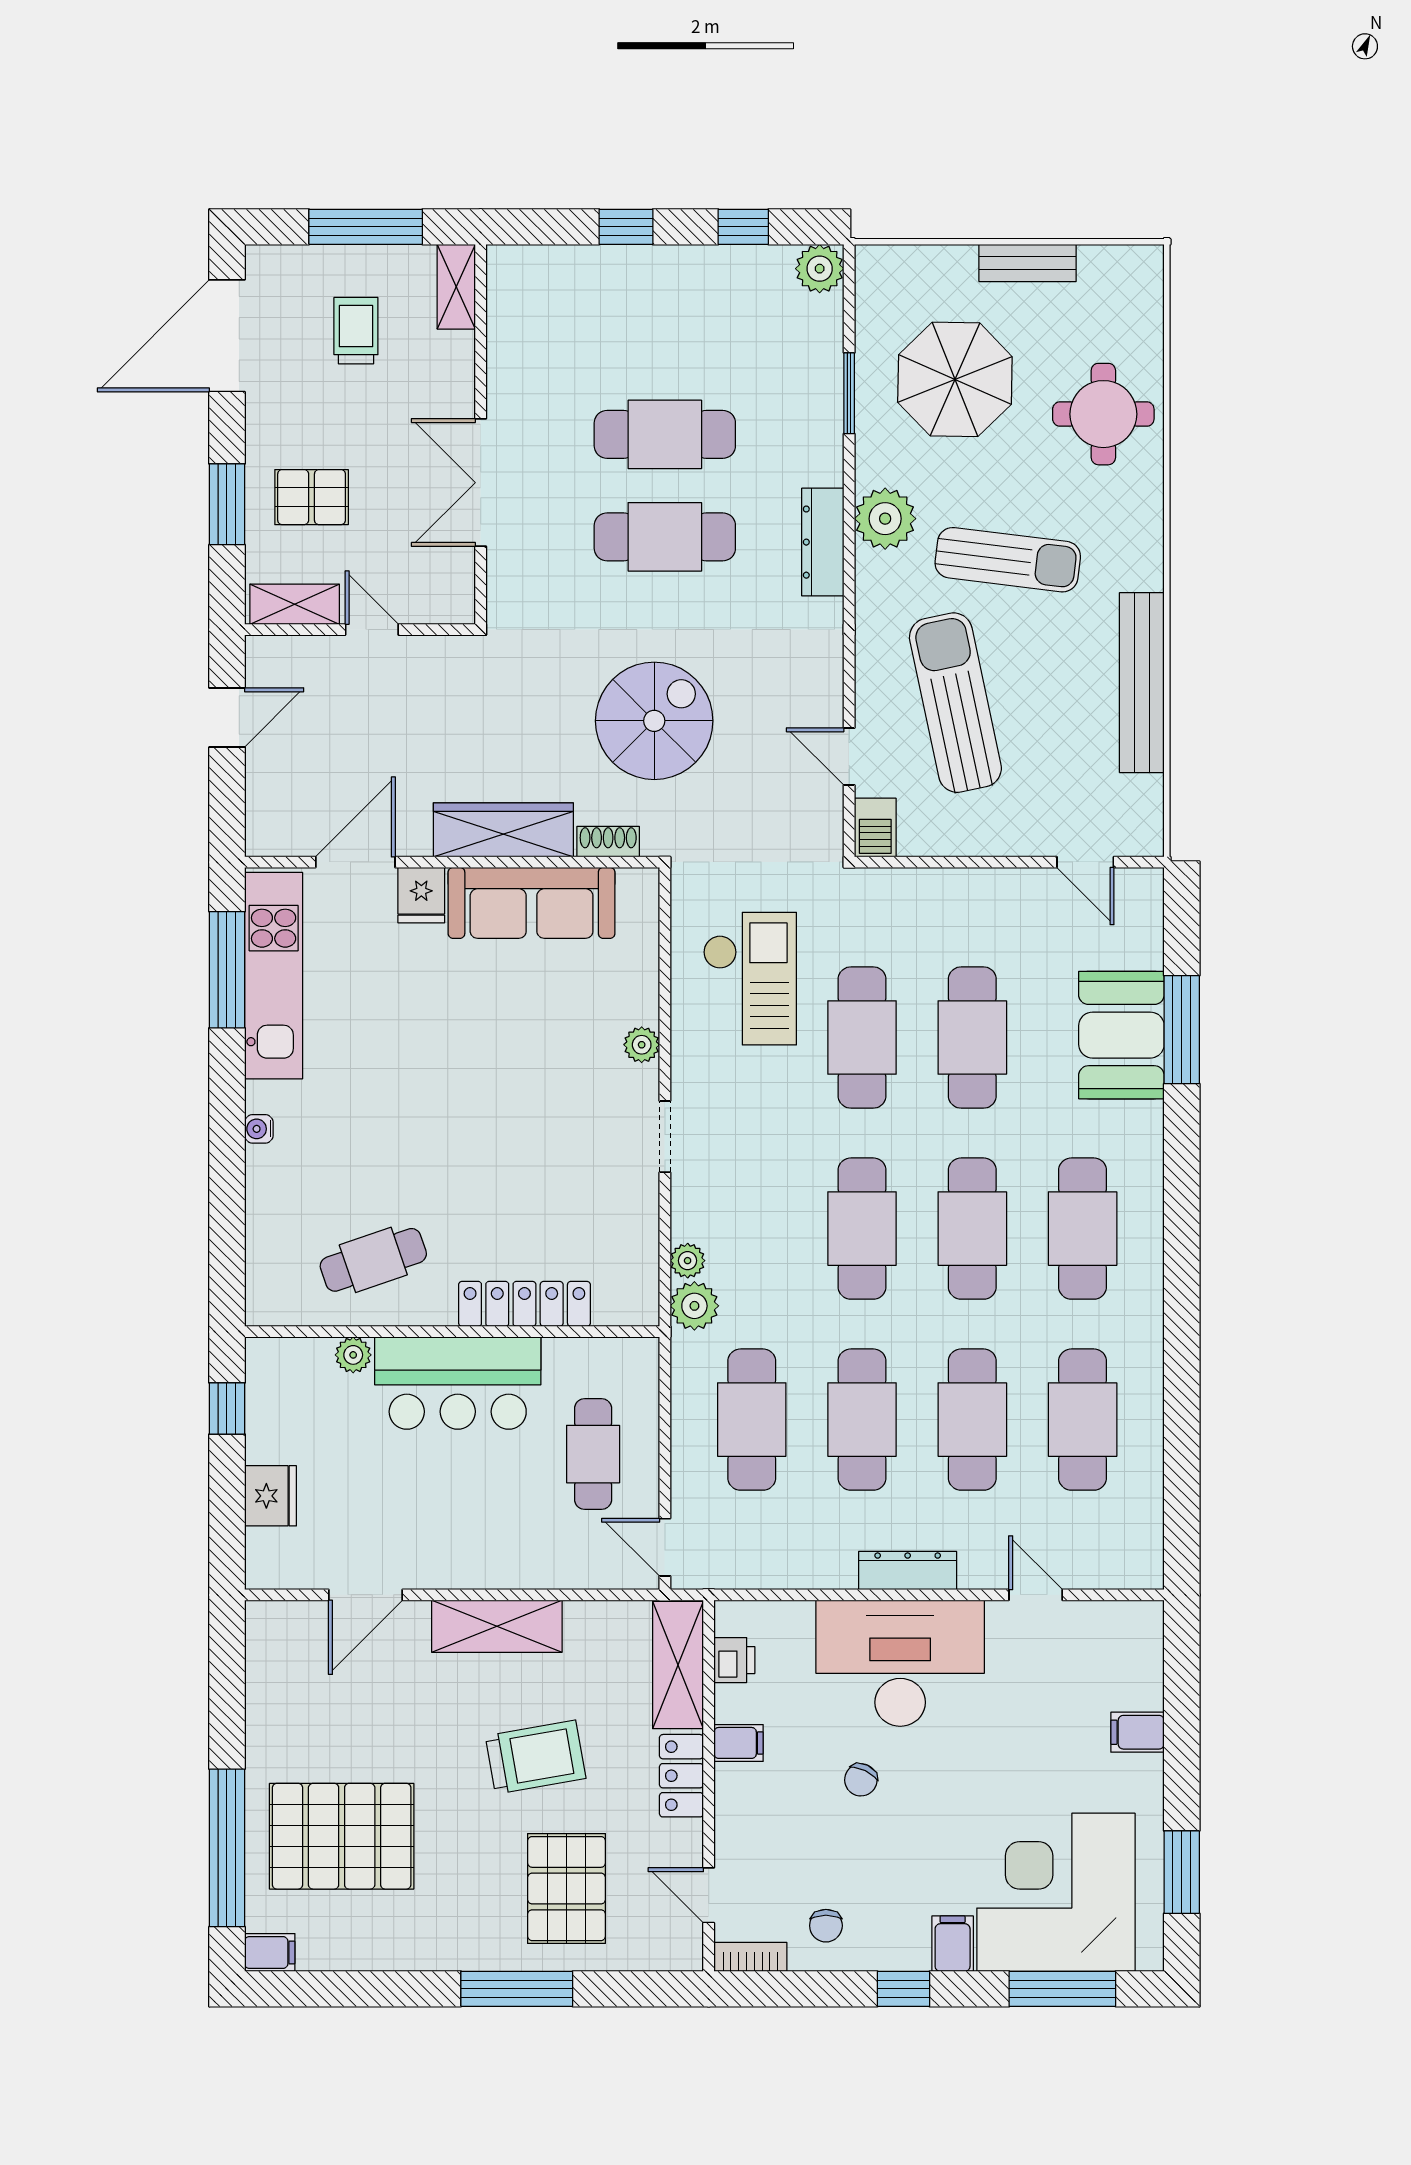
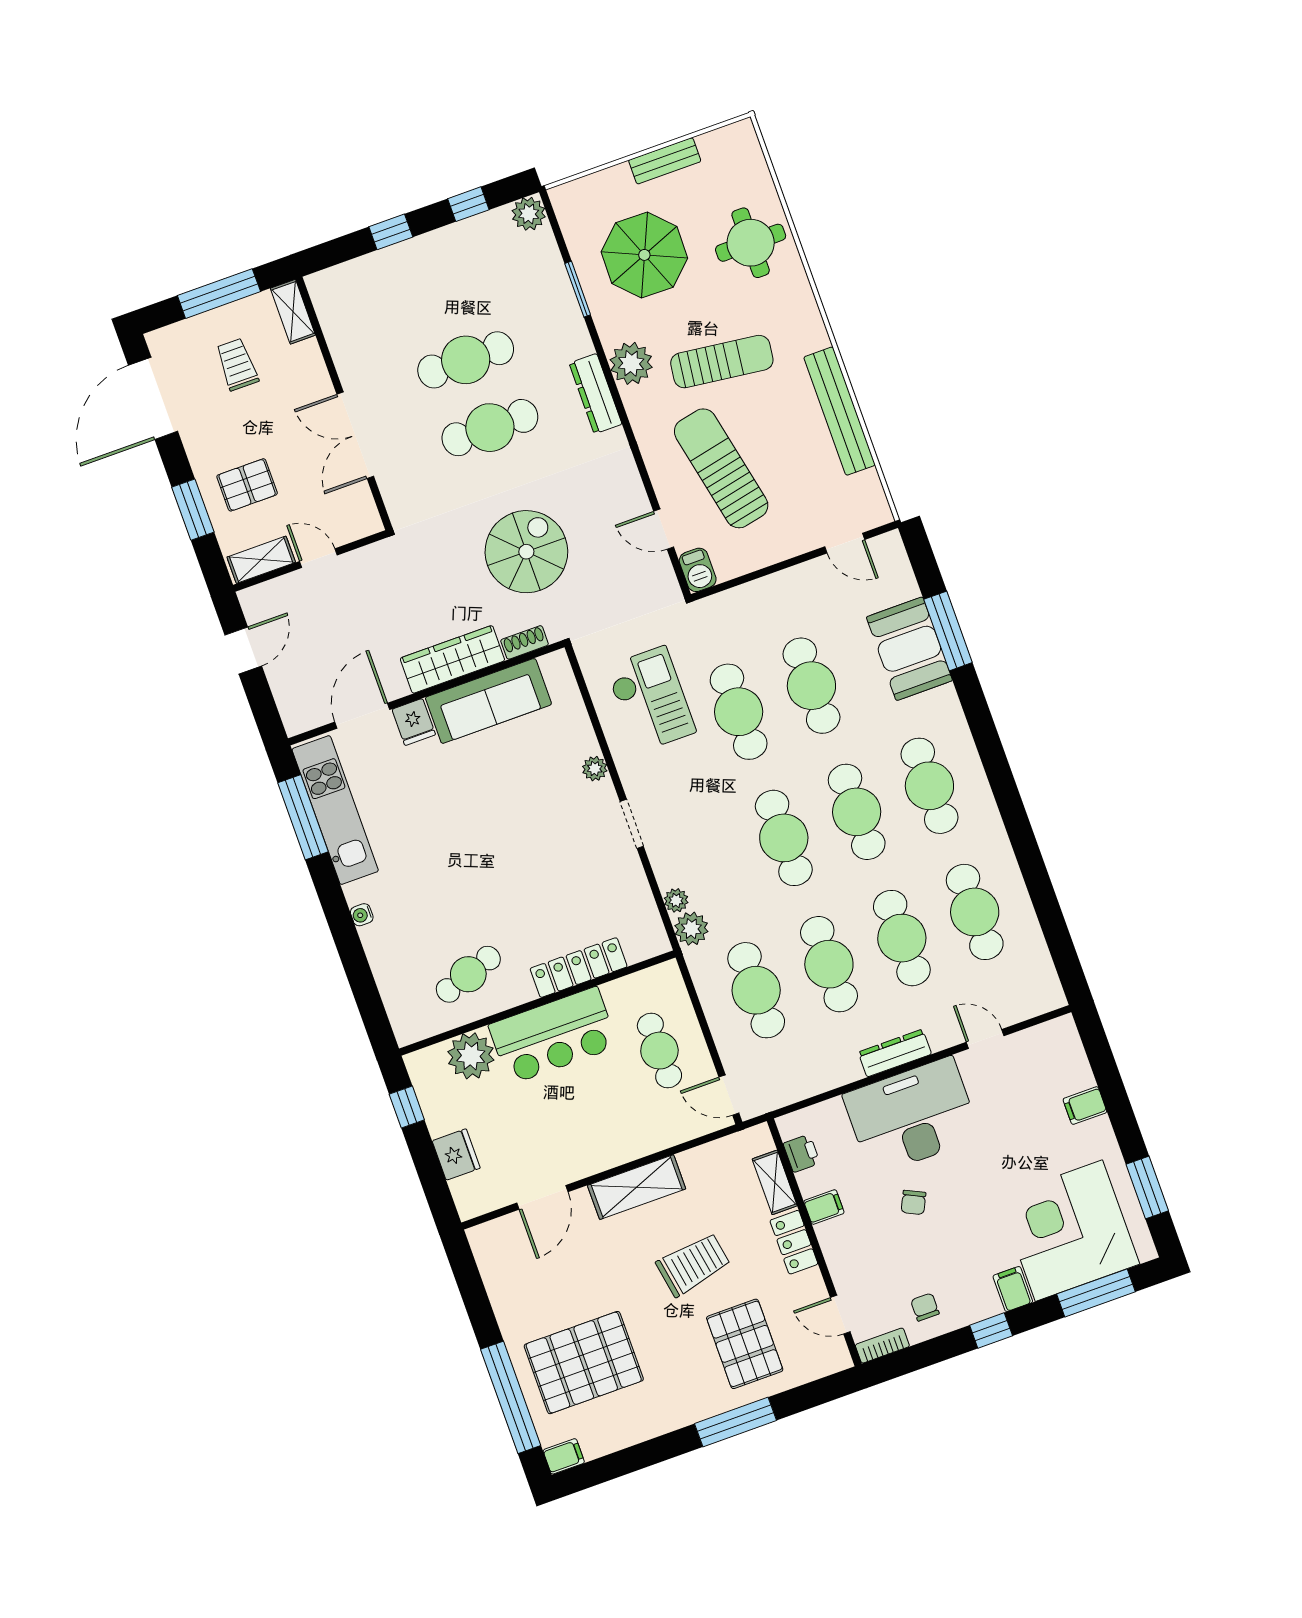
plant: (353, 1355) -> (471, 1056), width x1.87, depth x1.87
shelving: (678, 1665) -> (775, 1182), width x0.67, depth x0.75
chair: (826, 1926) -> (925, 1307), turned 180

